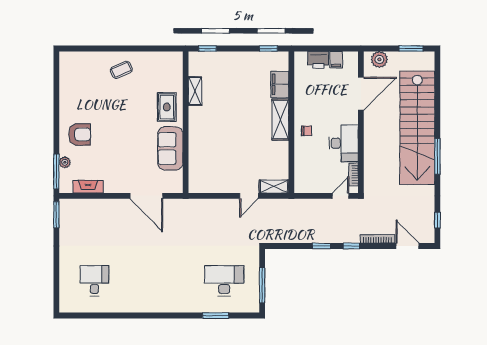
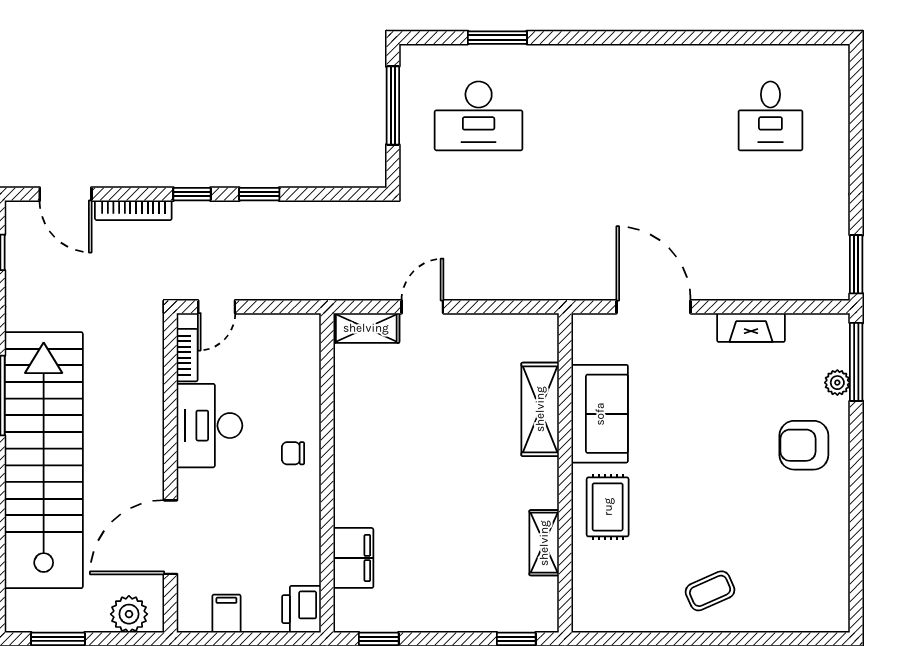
printer: (318, 60) -> (301, 609), moved, turned -90
shelving: (280, 120) -> (540, 409), moved
fireplace: (88, 187) -> (751, 328), moved

